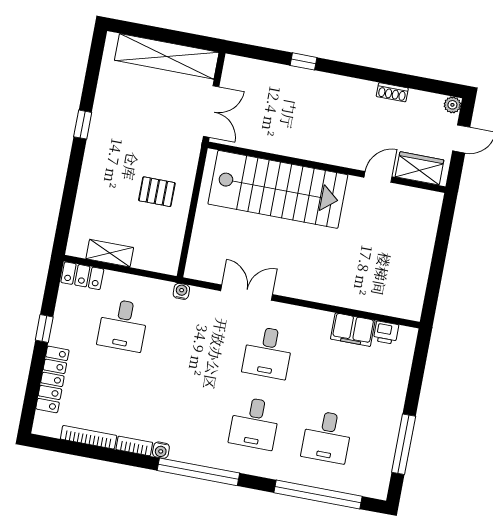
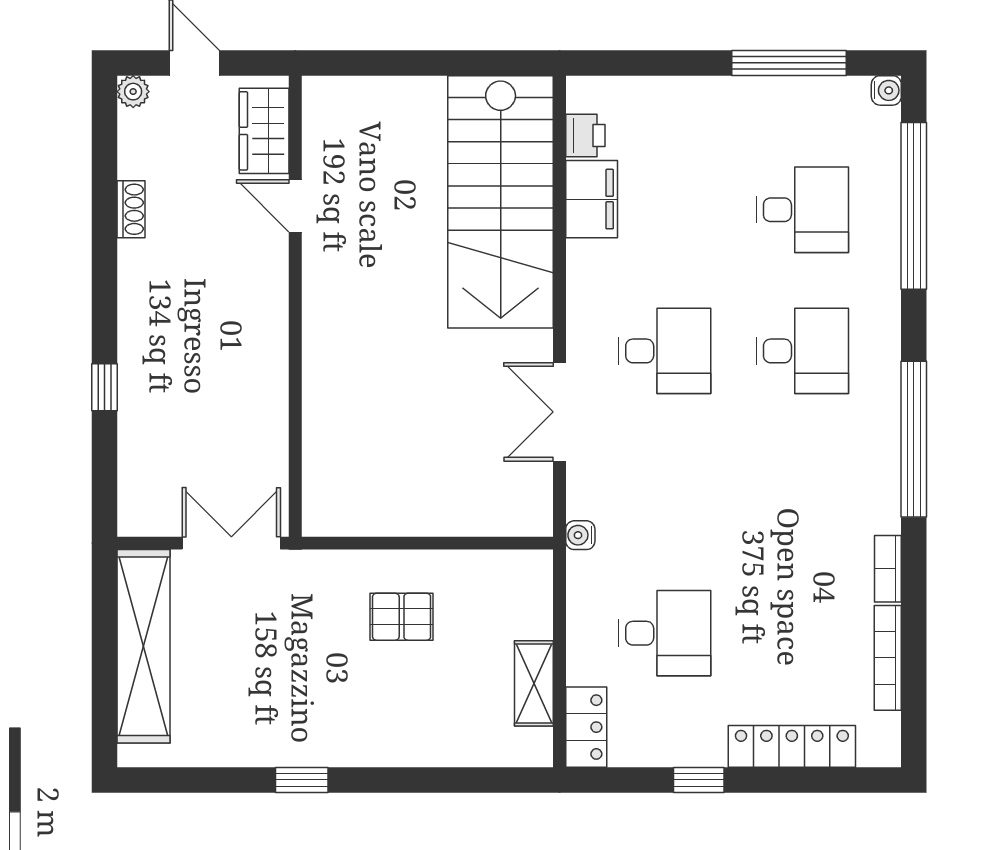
stairs: (278, 189) -> (501, 202), moved, turned 180
pallet: (157, 192) -> (402, 617), turned 90
water cooler: (161, 450) -> (886, 90), moved

